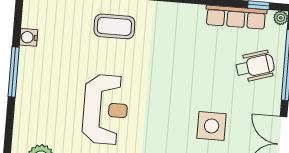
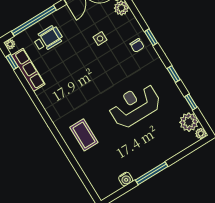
wheelchair: (255, 66) -> (48, 39), turned 107
side table: (212, 126) -> (100, 39), width x0.54, depth x0.54

